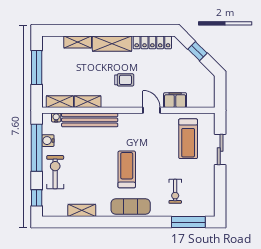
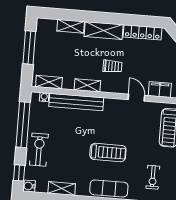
shelving: (88, 102) -> (87, 85), moved
water cooler: (48, 141) -> (29, 186), moved
treadmill: (127, 169) -> (108, 153), turned 90

